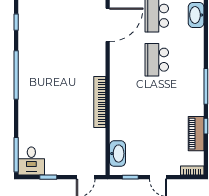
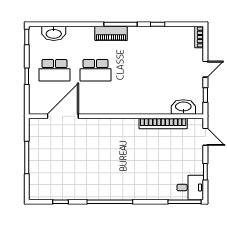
door: (108, 25) -> (63, 116), hinge flipped
bookcase: (100, 102) -> (163, 124), moved
piano: (196, 134) -> (111, 33), moved

